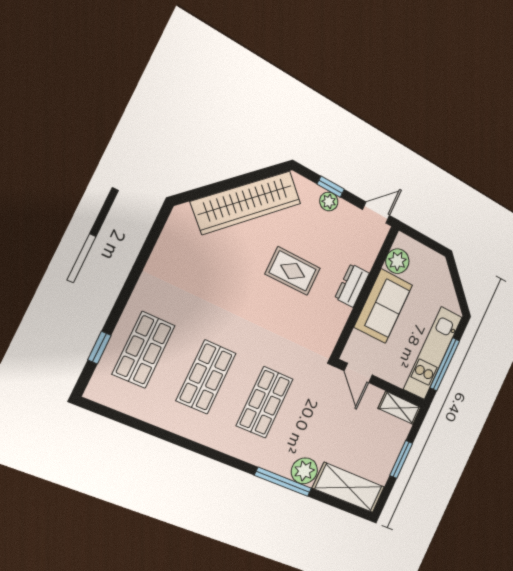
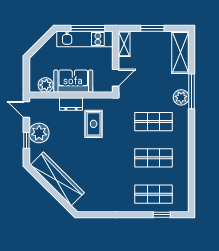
plant: (329, 201) -> (39, 133), width x1.88, depth x1.88
rug: (293, 271) -> (94, 124), moved
plant: (304, 471) -> (181, 97), moved

